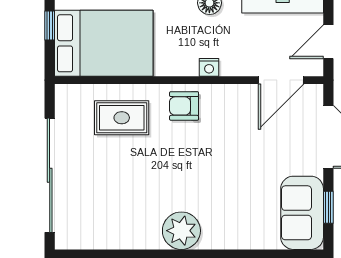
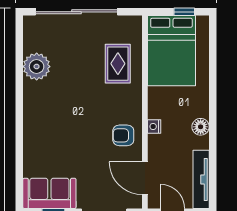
armchair: (184, 106) -> (123, 135), moved, turned -90
plant: (181, 231) -> (37, 67), moved

